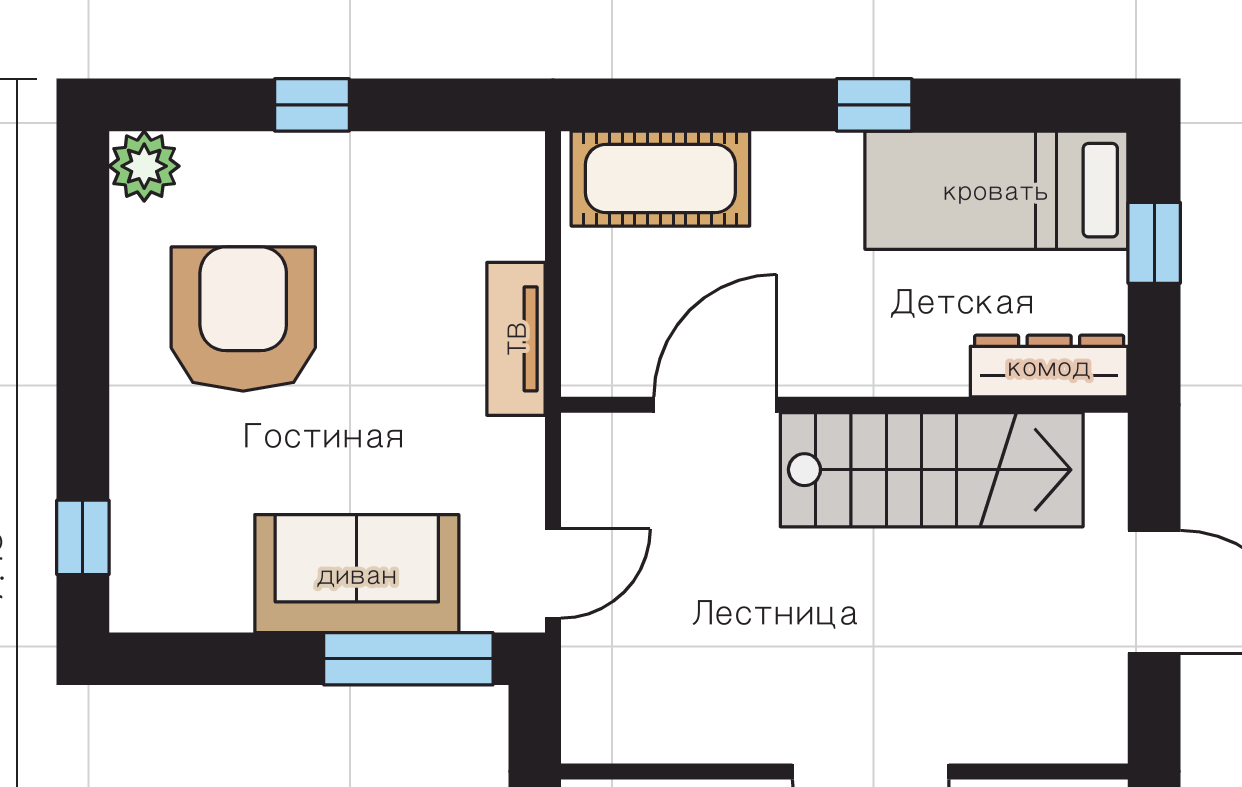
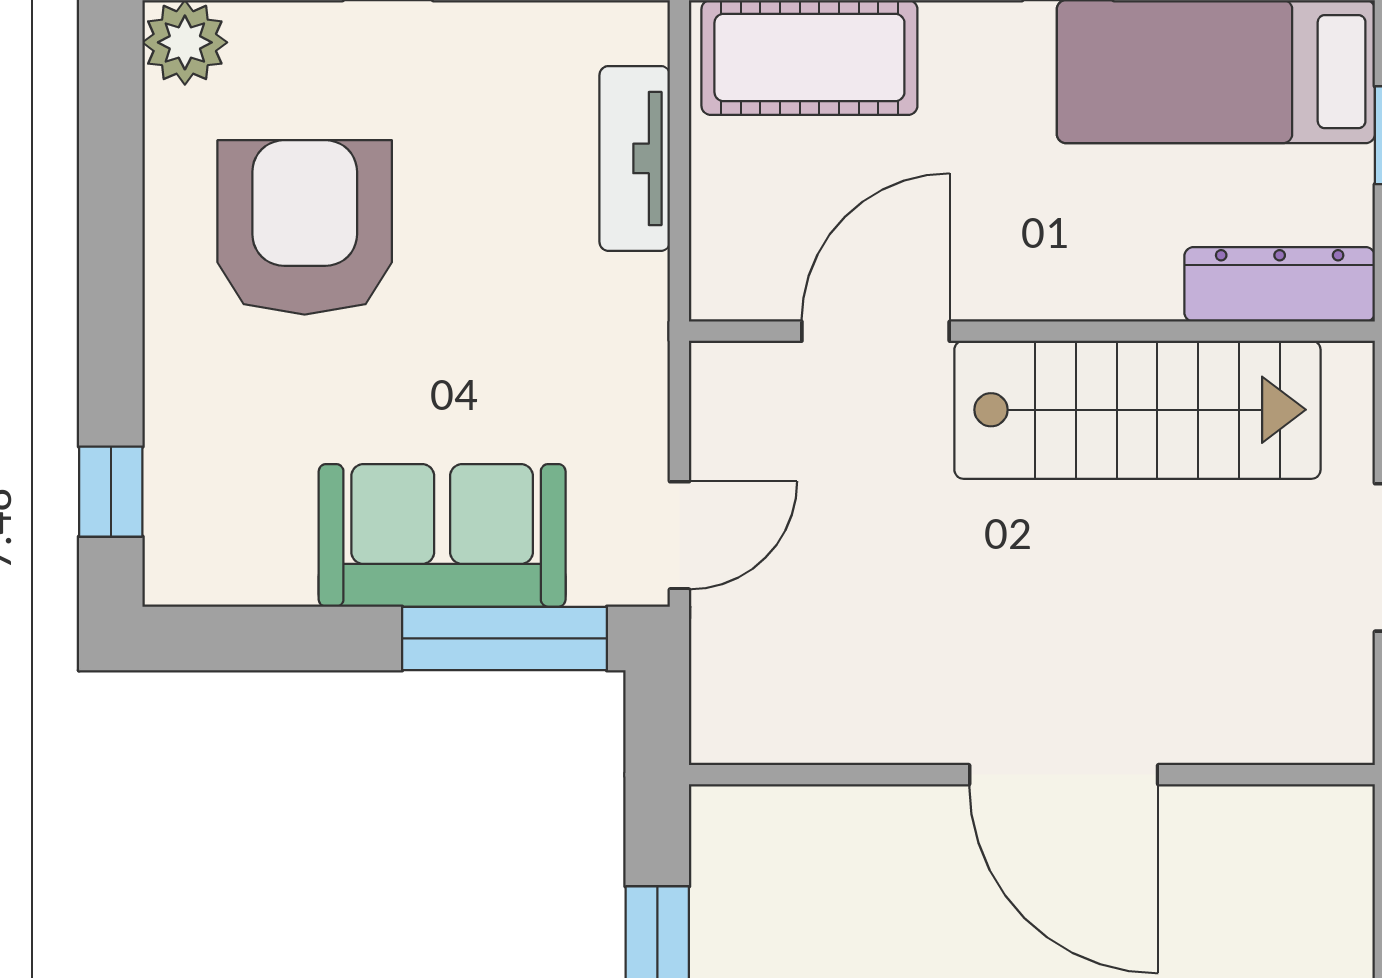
tv unit: (516, 339) -> (635, 158), moved

